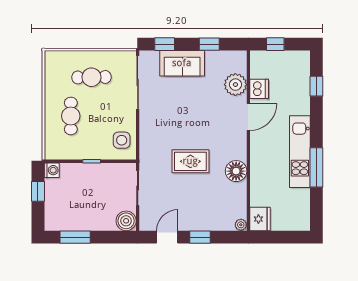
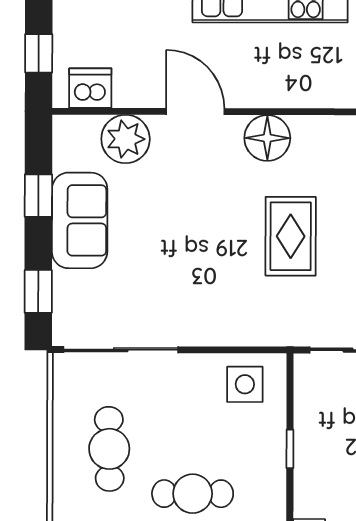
sofa: (182, 63) -> (80, 220), moved
dishwasher: (259, 89) -> (90, 88), moved
floor lamp: (236, 171) -> (267, 138), moved

